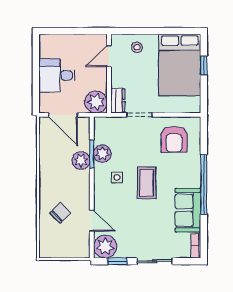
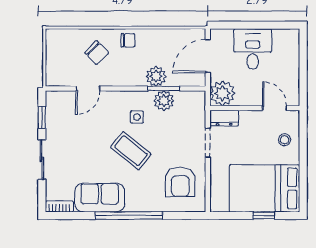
armchair: (174, 139) -> (180, 182), turned -90
coffee table: (147, 183) -> (131, 151), turned 39
chair: (49, 185) -> (128, 40), added
plant: (105, 247) -> (58, 104), removed

